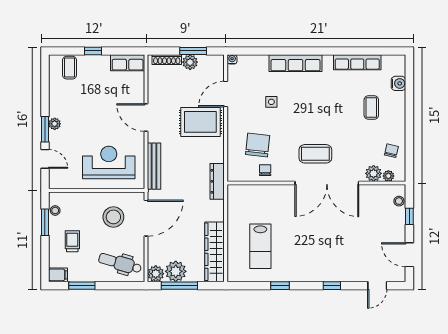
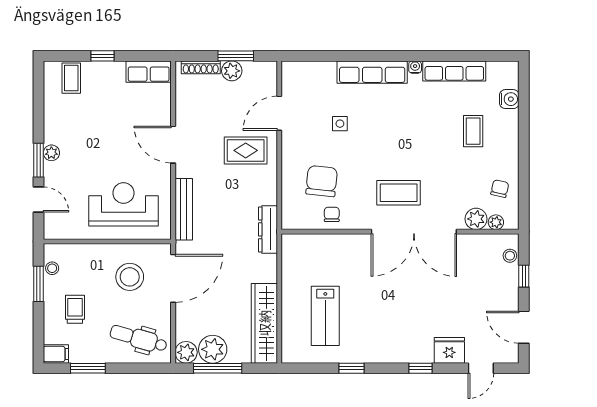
water cooler: (232, 59) -> (415, 67), moved
rug: (200, 122) -> (246, 150), width x0.73, depth x0.70
fridge: (353, 272) -> (449, 350), added

